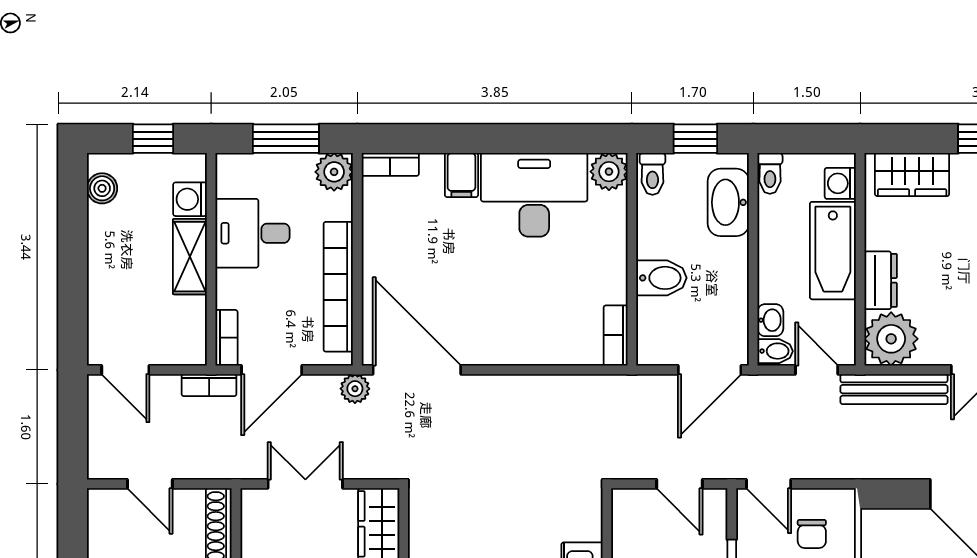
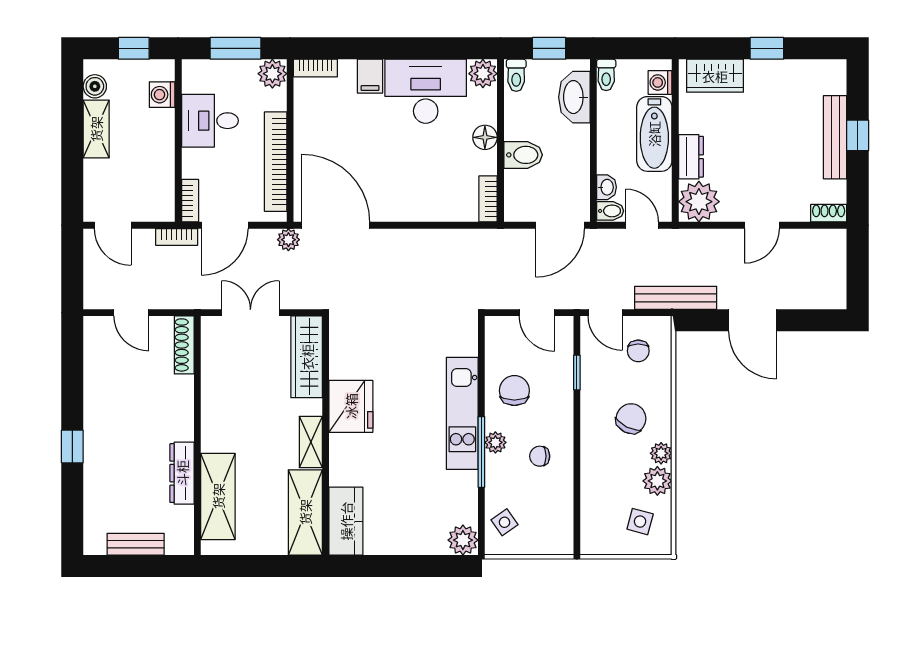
floor lamp: (612, 255) -> (485, 137), added
shelving: (190, 257) -> (96, 129), moved
bench: (894, 389) -> (676, 298), moved

